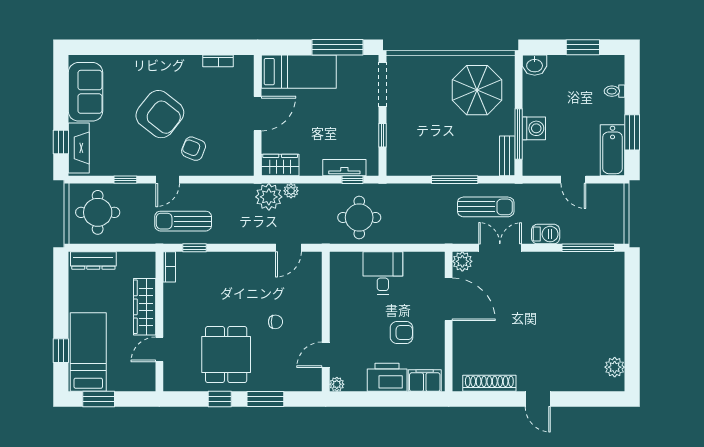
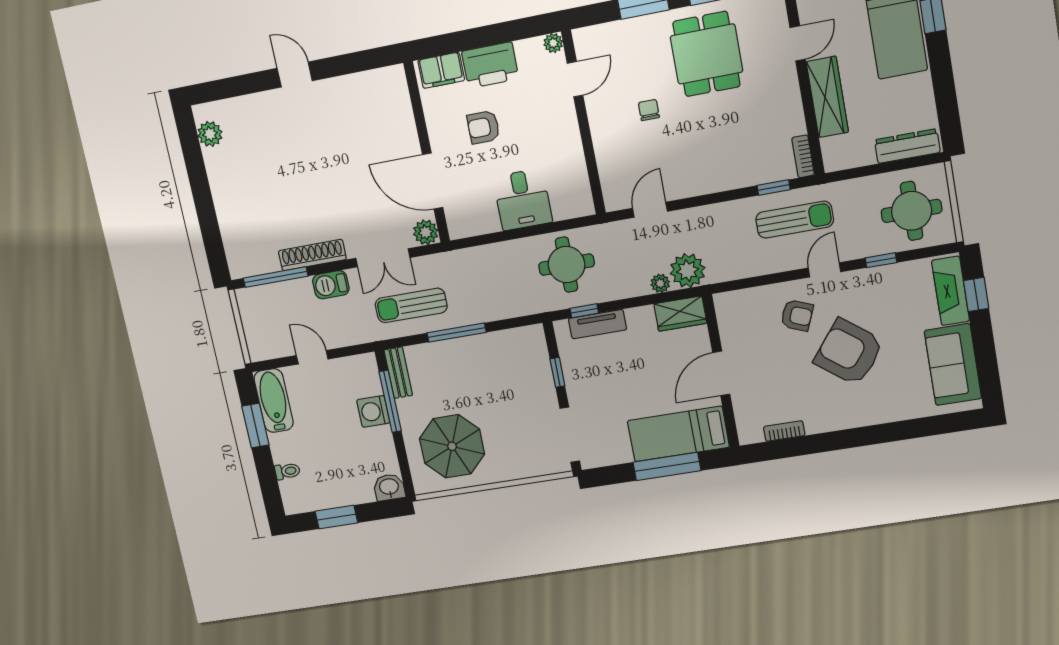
window: (338, 47) -> (667, 466), moved
chair: (276, 322) -> (649, 110), turned 90
shoe rack: (489, 383) -> (312, 255), moved, turned 180

